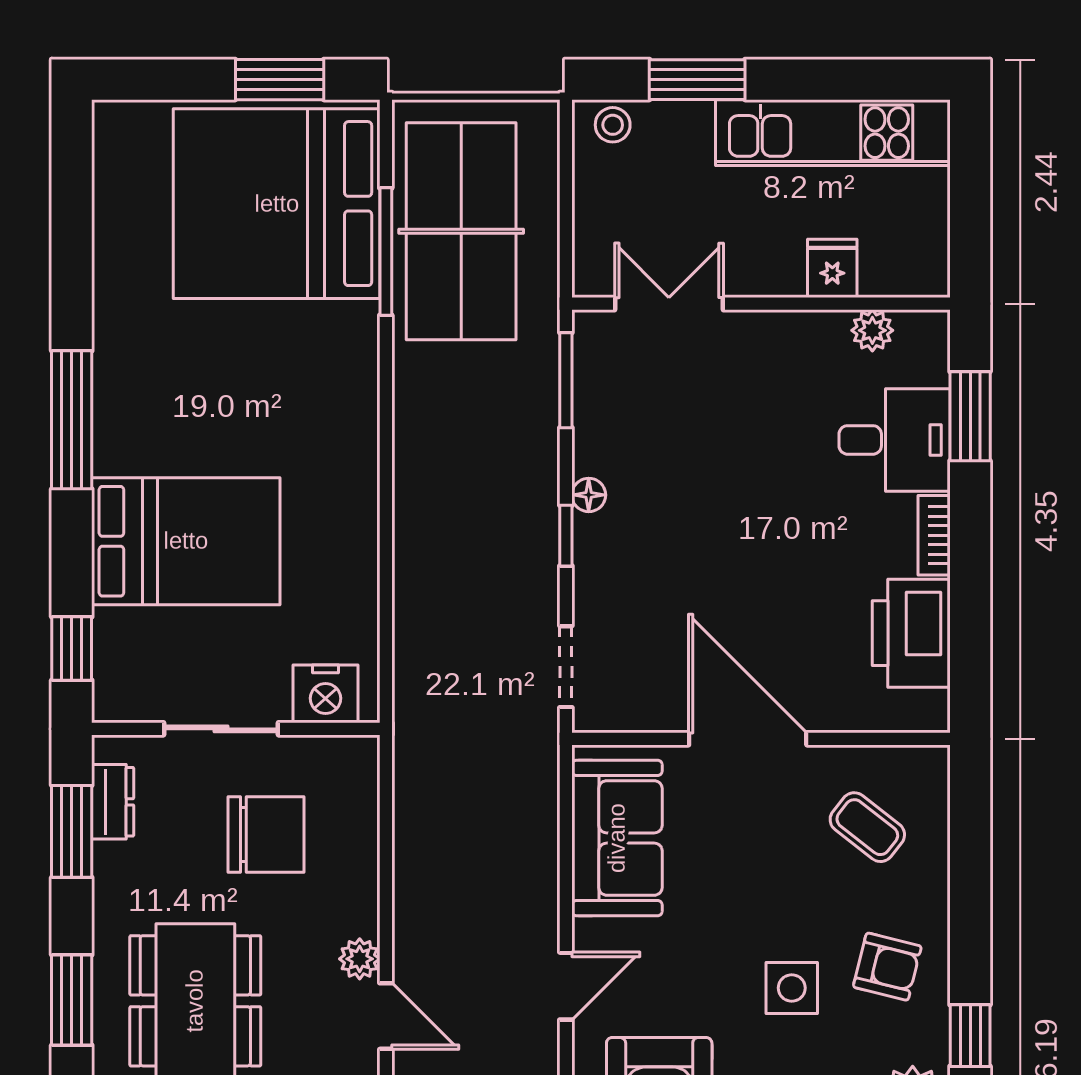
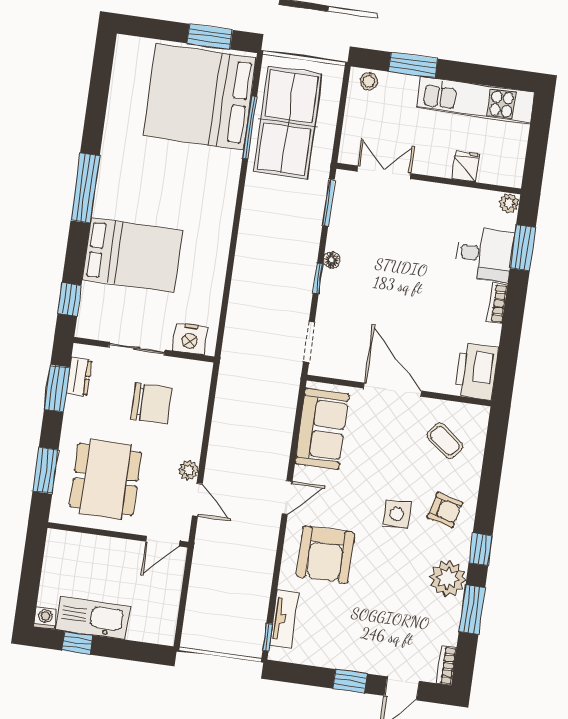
plant: (872, 330) -> (509, 203), moved
printer: (911, 633) -> (476, 372), moved

